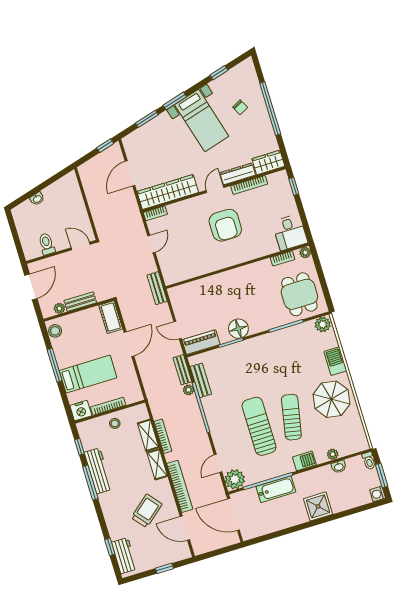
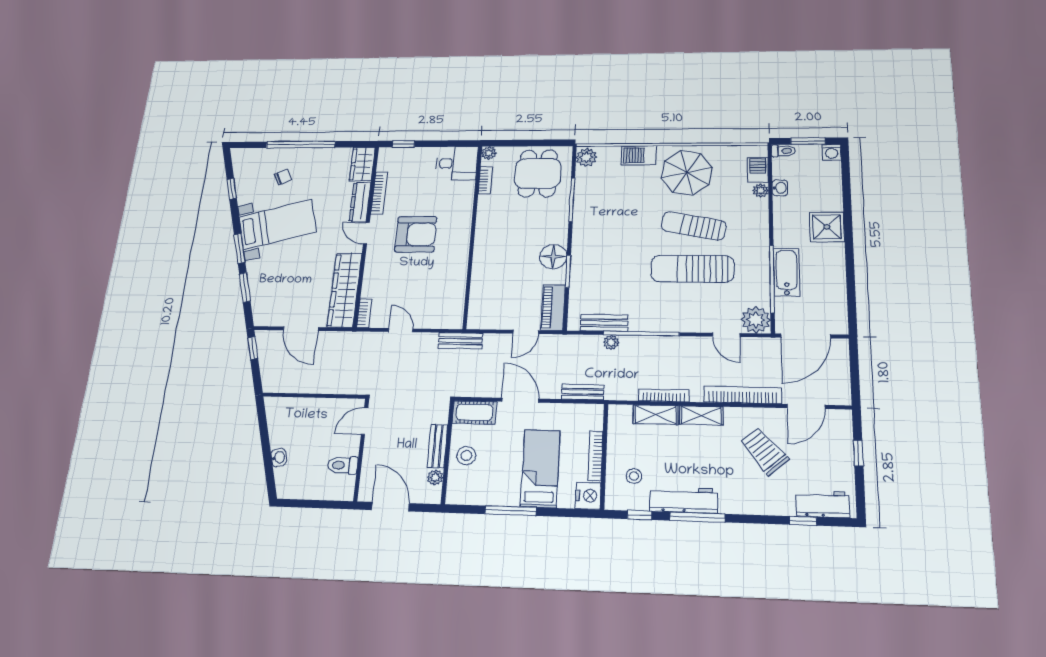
dining table: (299, 294) -> (538, 173), turned 90
stool: (55, 331) -> (466, 456), moved
bench: (182, 370) -> (583, 392), moved
stool: (115, 423) -> (634, 476), moved
barbecue: (304, 461) -> (758, 170), moved

